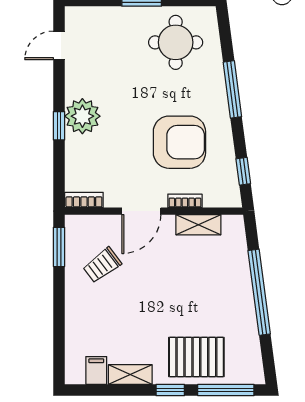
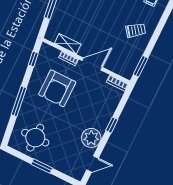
plant: (82, 116) -> (91, 138), moved
armchair: (179, 142) -> (57, 88), turned -90
trolley: (102, 265) -> (136, 30), moved

